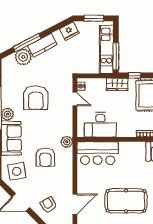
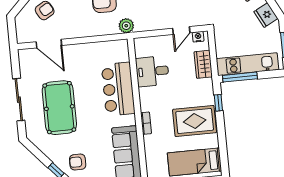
wardrobe: (117, 84) -> (203, 64), moved
desk: (100, 125) -> (152, 71), width x0.73
bar counter: (98, 153) -> (118, 89), moved

